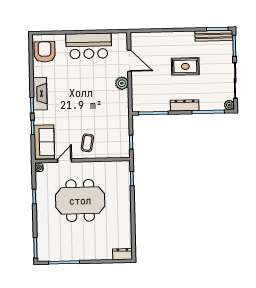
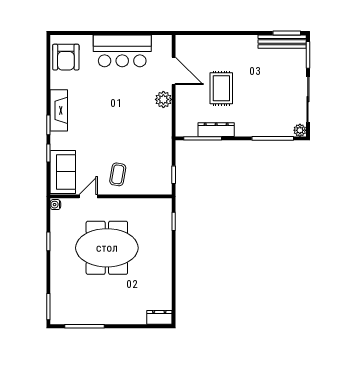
armchair: (45, 52) -> (66, 57), turned 180
rug: (185, 66) -> (221, 88), moved, turned 90
dresser: (185, 105) -> (216, 130), moved

